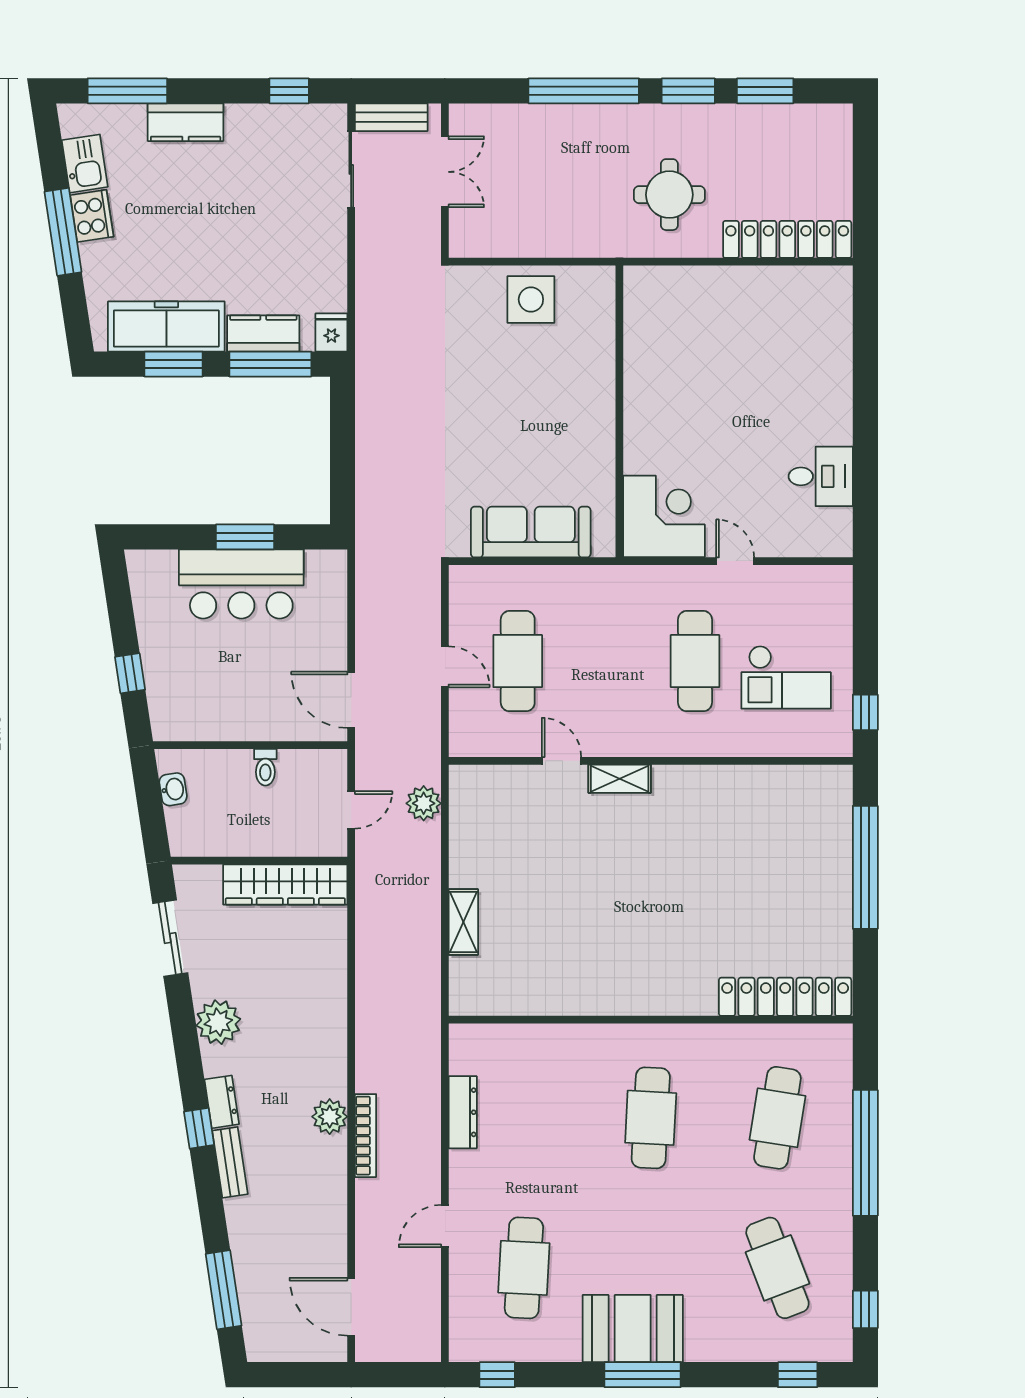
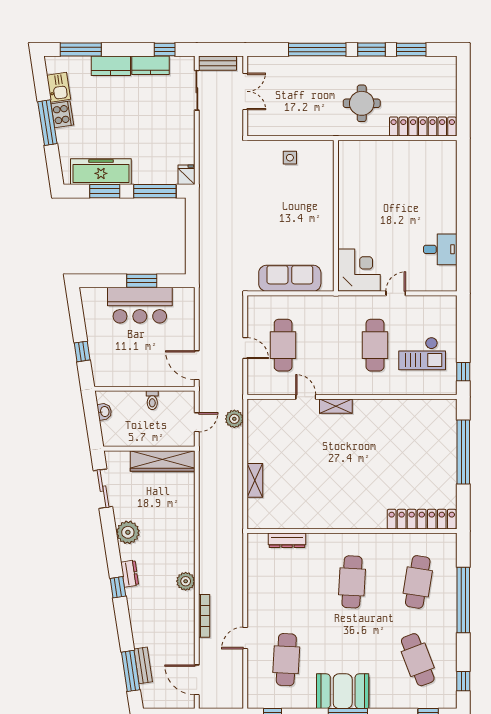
side table: (531, 299) -> (290, 158), width x0.54, depth x0.54
kitchen counter: (263, 334) -> (150, 65), moved, turned 180
door: (735, 561) -> (396, 293), hinge flipped
dresser: (463, 1112) -> (287, 540), moved, turned 90
bookcase: (366, 1136) -> (204, 616), moved
bench: (230, 1162) -> (143, 665), moved

